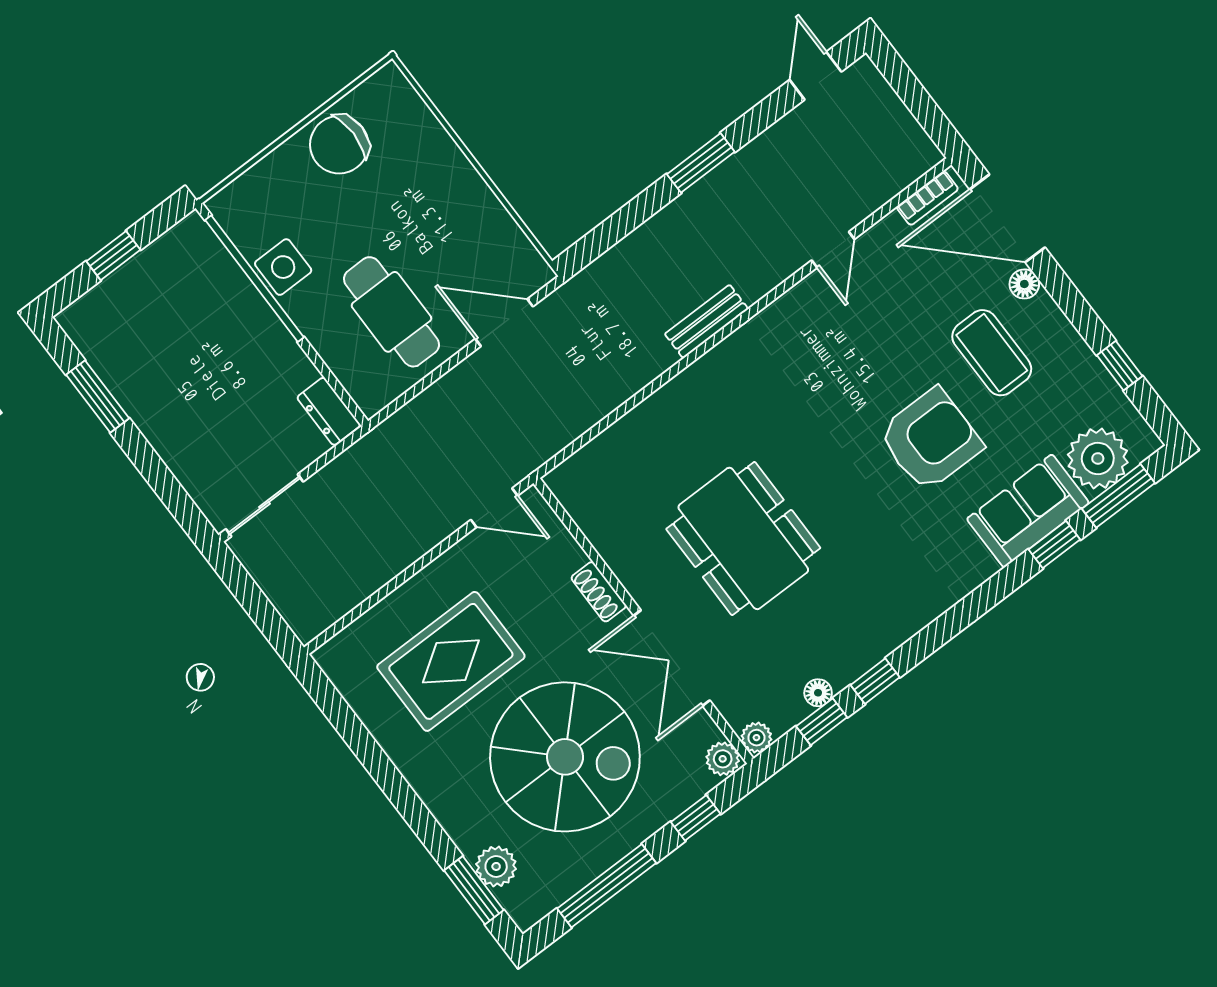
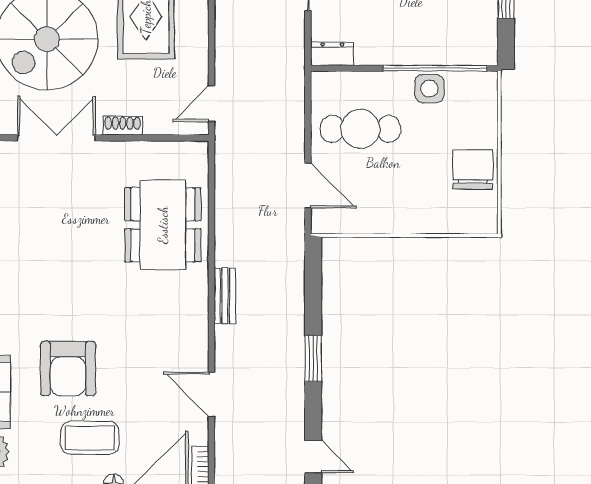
door: (833, 250) -> (211, 394), width x1.38
door: (504, 323) -> (308, 186), hinge flipped
dining table: (743, 538) -> (163, 225), moved, turned 90

